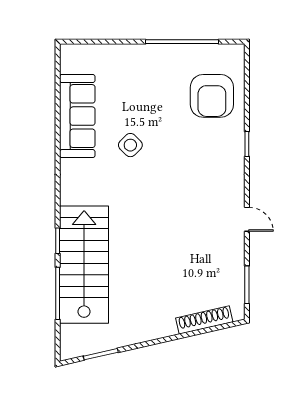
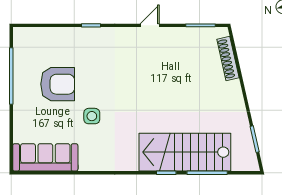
armchair: (212, 96) -> (58, 84), moved
sofa: (77, 116) -> (45, 157), moved
side table: (130, 145) -> (92, 116), turned 45

